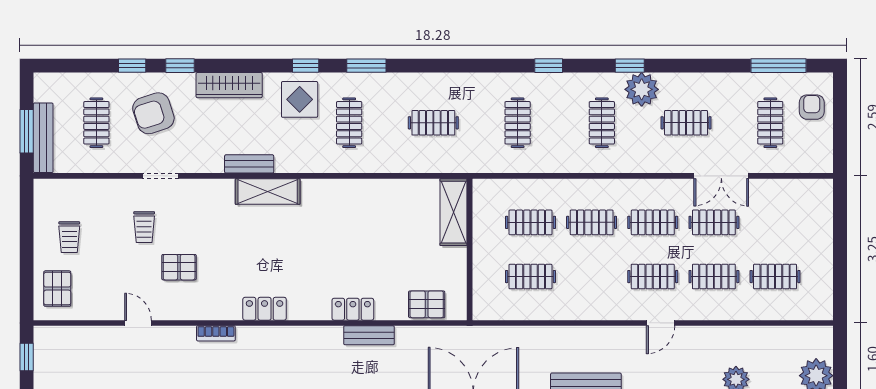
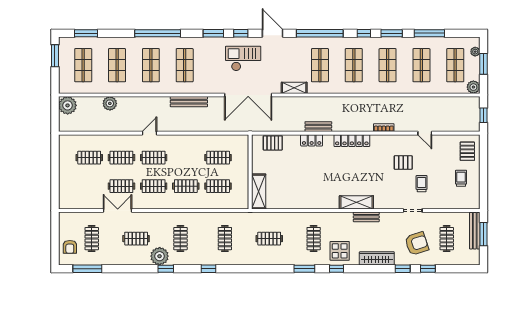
locker: (265, 309) -> (352, 141), width x1.53
bench: (369, 335) -> (318, 127), moved

